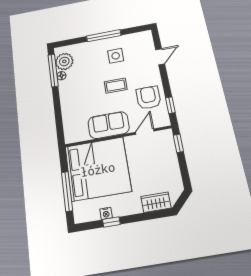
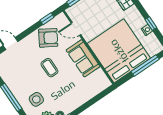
side table: (116, 56) -> (36, 99), moved
armchair: (148, 98) -> (48, 38), turned -149

